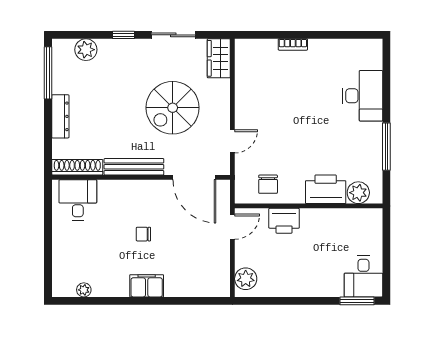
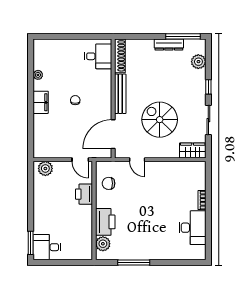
desk: (363, 96) -> (192, 228), moved, turned -90
dresser: (60, 116) -> (169, 45), moved
plant: (84, 290) -> (38, 75), moved

